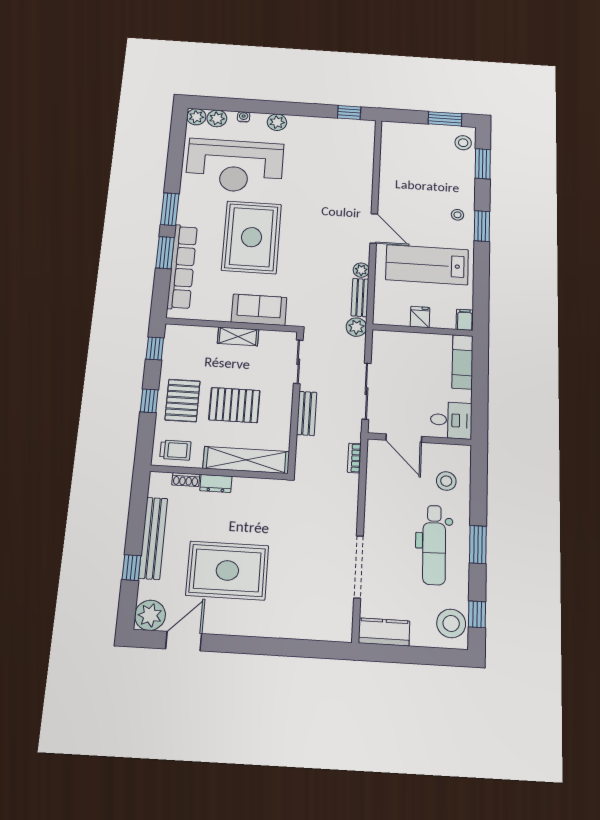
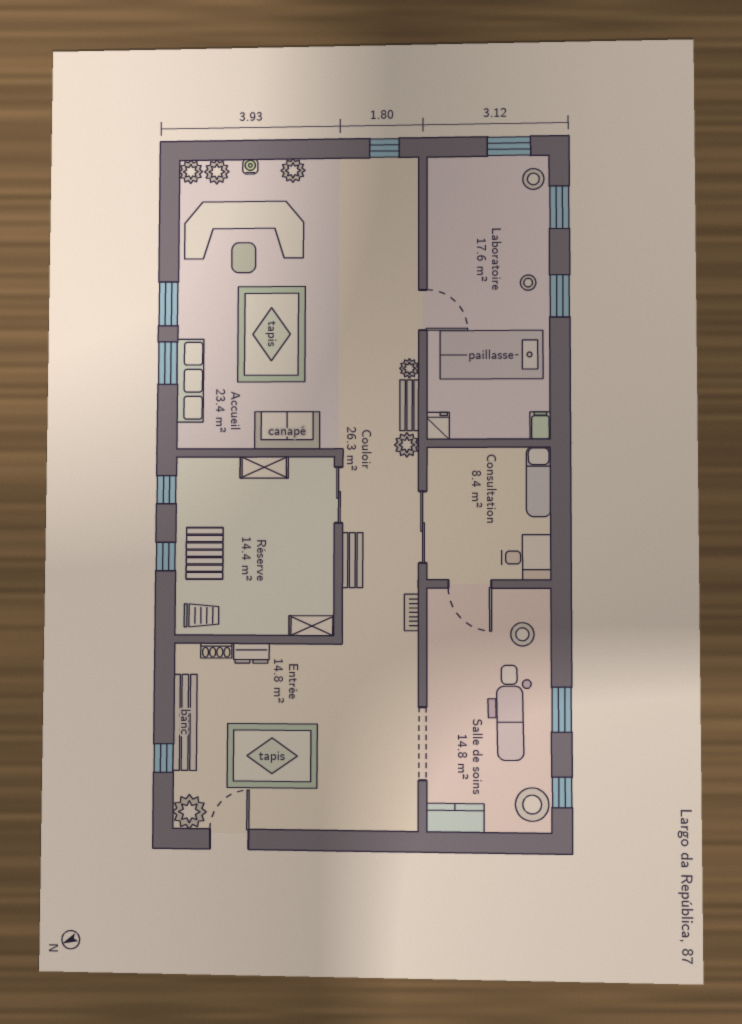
row of seats: (182, 267) -> (190, 381), width x0.73
fridge: (420, 317) -> (438, 426), moved
pallet: (234, 405) -> (266, 555), removed
shelving: (246, 460) -> (312, 626), width x0.45, depth x0.75

